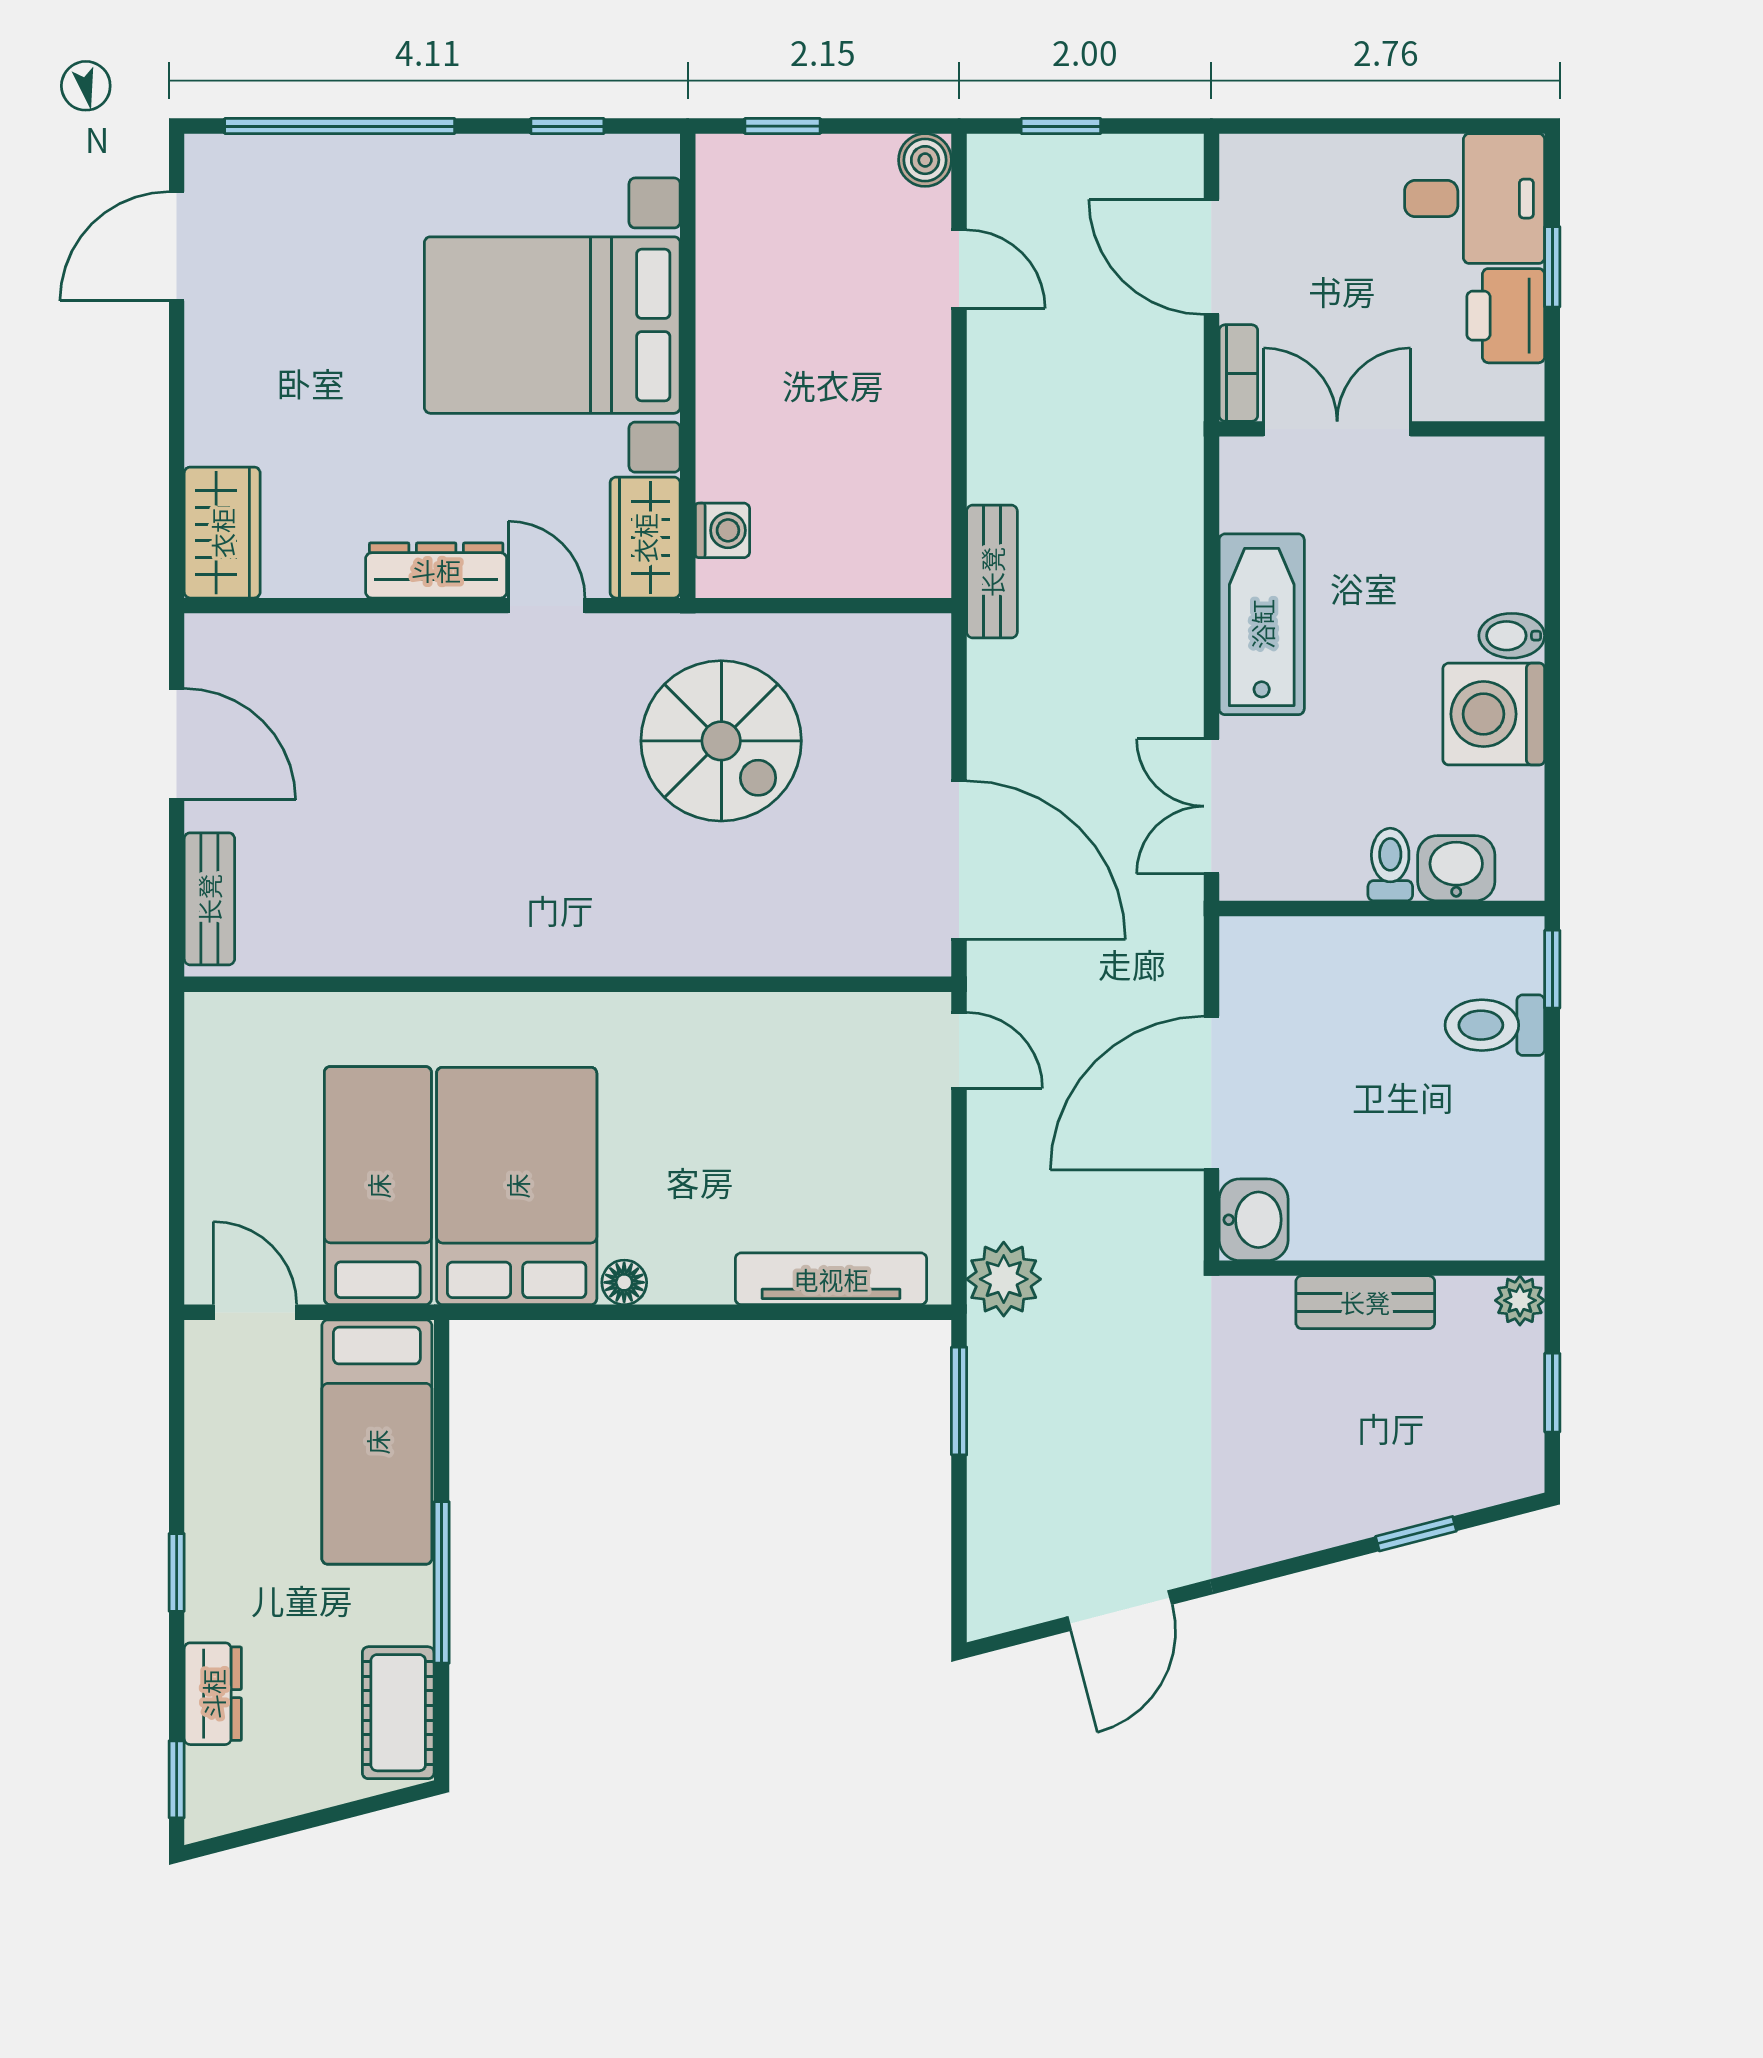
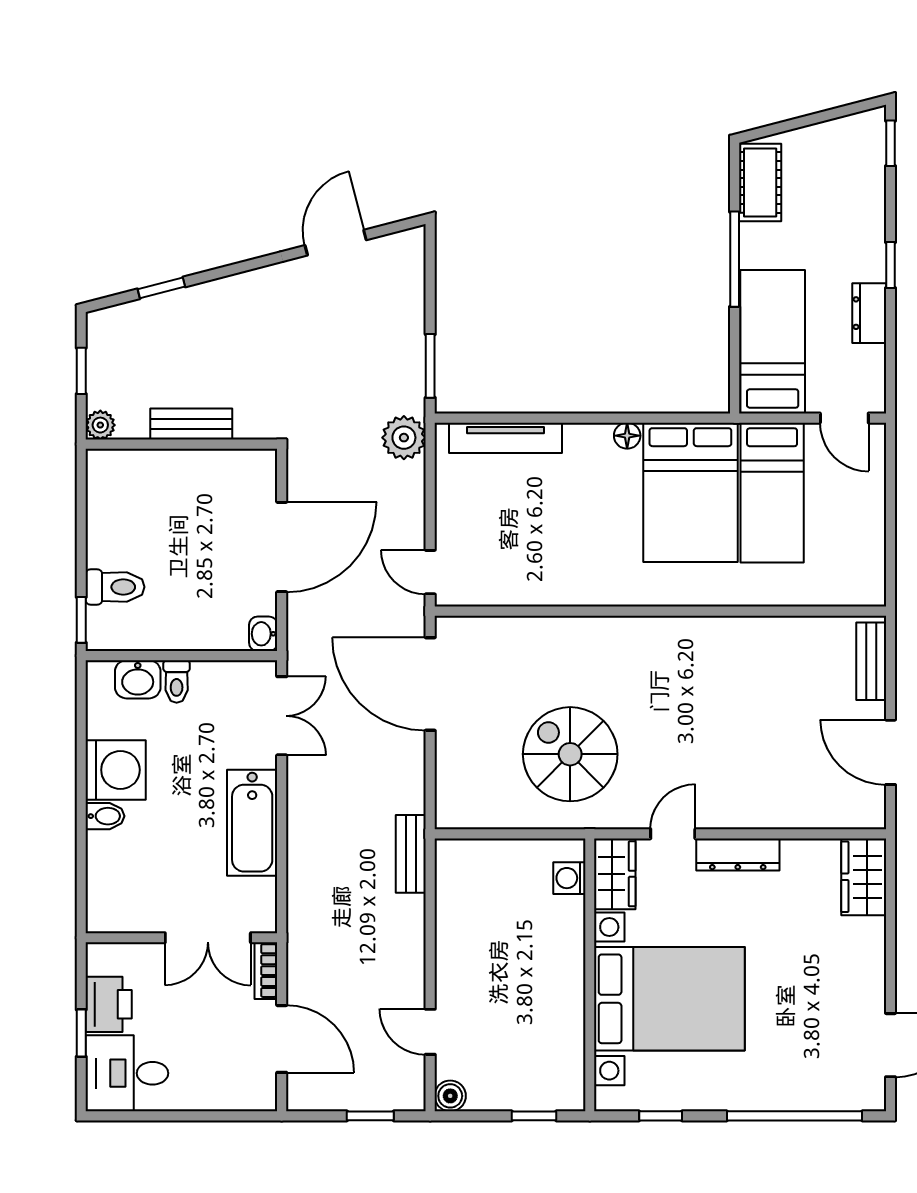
door: (547, 606) -> (673, 834), swing flipped
washbasin: (1254, 1220) -> (263, 634), moved, width x0.72, depth x0.69
dresser: (213, 1694) -> (869, 313), moved

